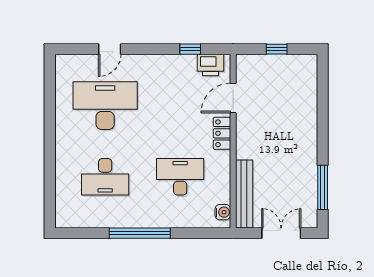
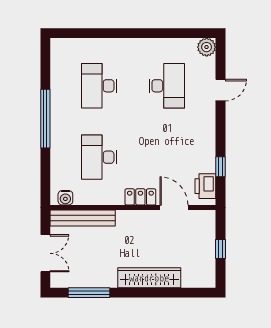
door: (110, 49) -> (220, 90), swing flipped
plant: (64, 64) -> (207, 47), added
desk: (105, 106) -> (167, 86), width x0.73, depth x0.77
wardrobe: (307, 124) -> (149, 278), added
desk: (180, 177) -> (99, 157), turned 180

